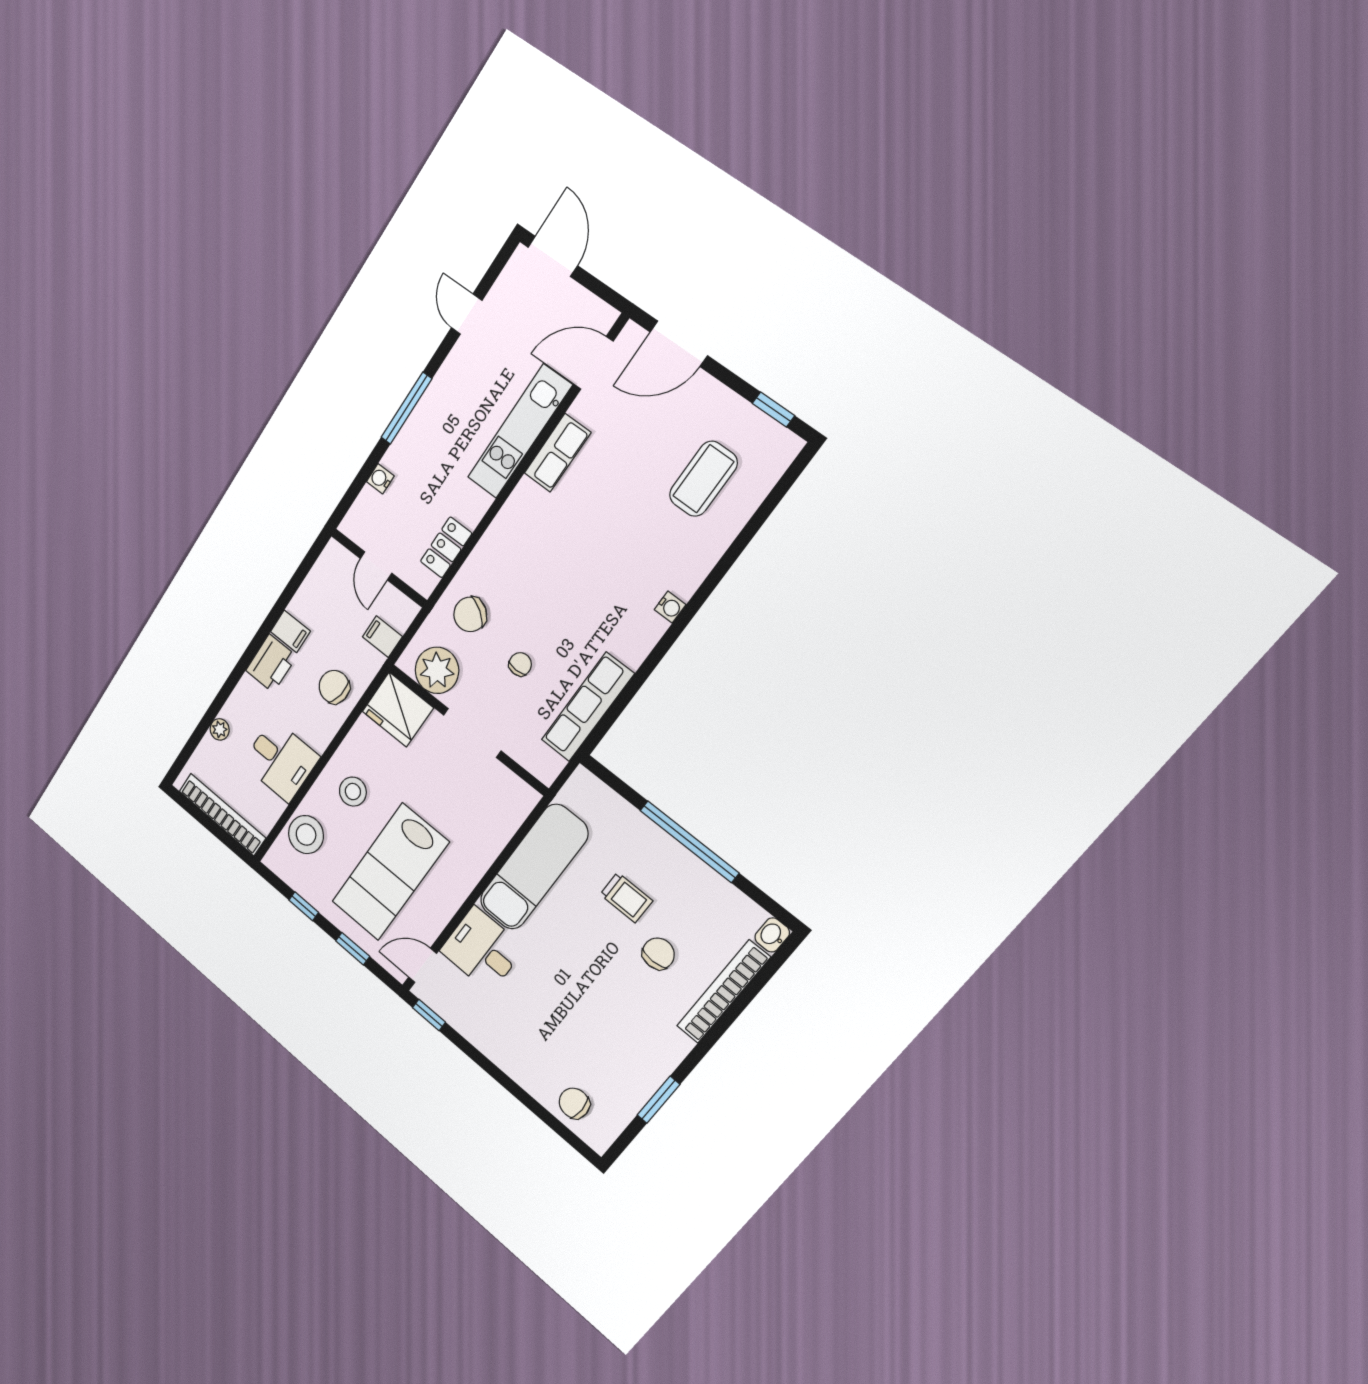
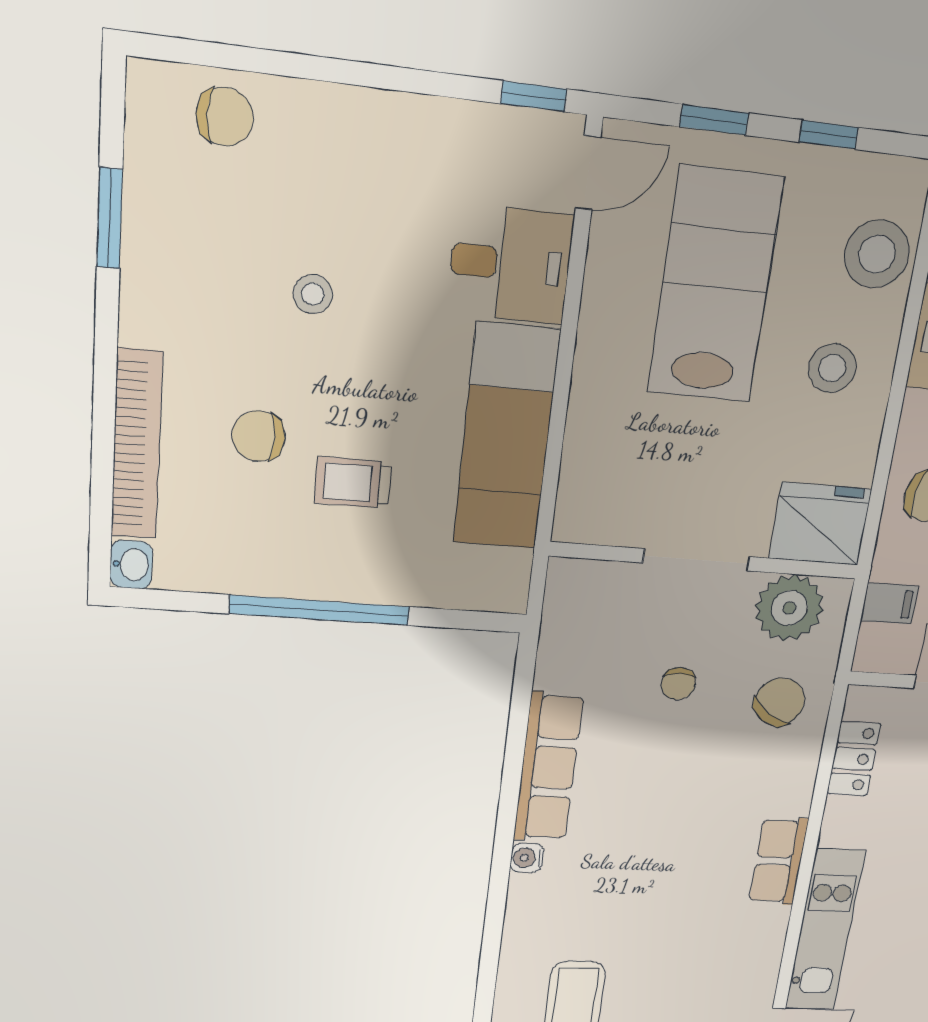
row of seats: (557, 453) -> (779, 861), moved
row of seats: (587, 707) -> (548, 767), moved
chair: (658, 954) -> (258, 436), turned 90
stool: (585, 1001) -> (313, 294), added

